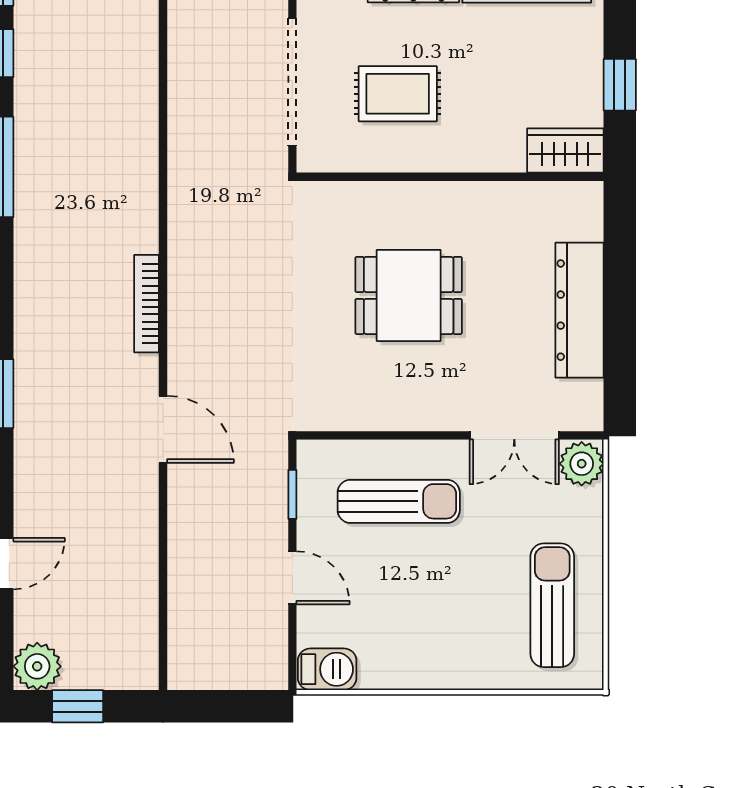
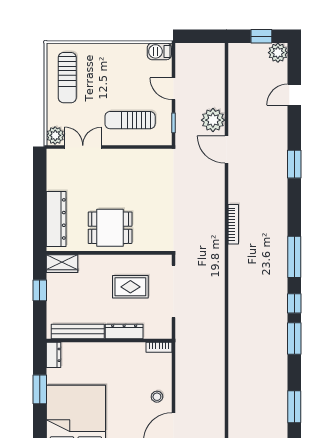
dining table: (409, 295) -> (110, 228), moved
bookcase: (147, 304) -> (233, 224), moved
dresser: (580, 310) -> (56, 219), moved
plant: (196, 502) -> (213, 120), added

